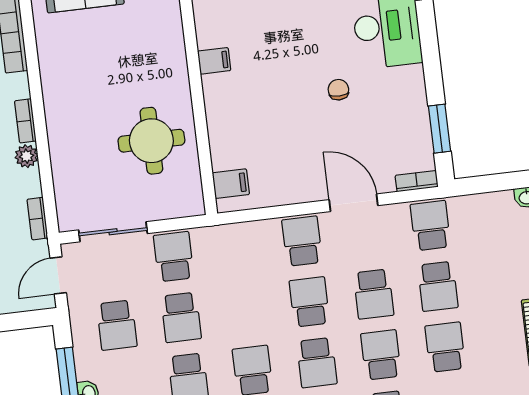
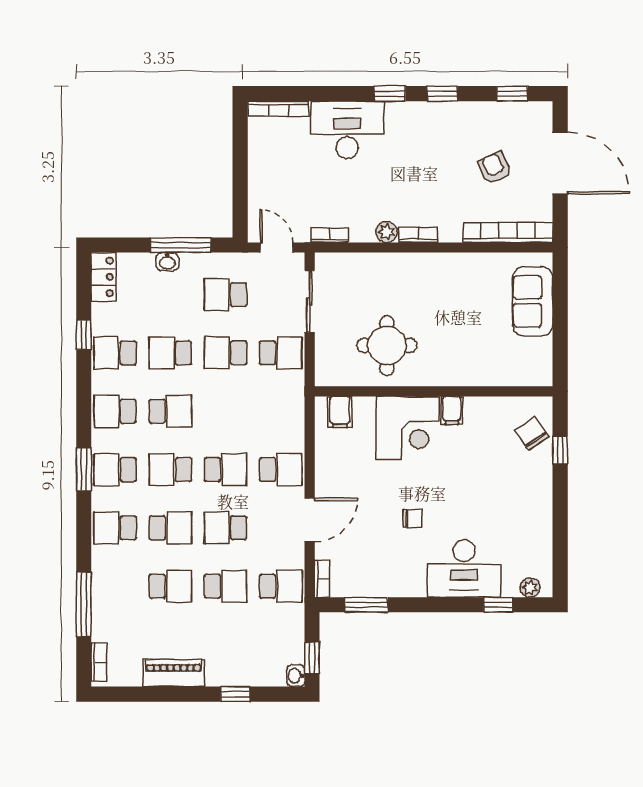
corner desk: (239, 107) -> (408, 428), added
window: (505, 182) -> (312, 658), added
school desk: (438, 286) -> (226, 586), turned 180

